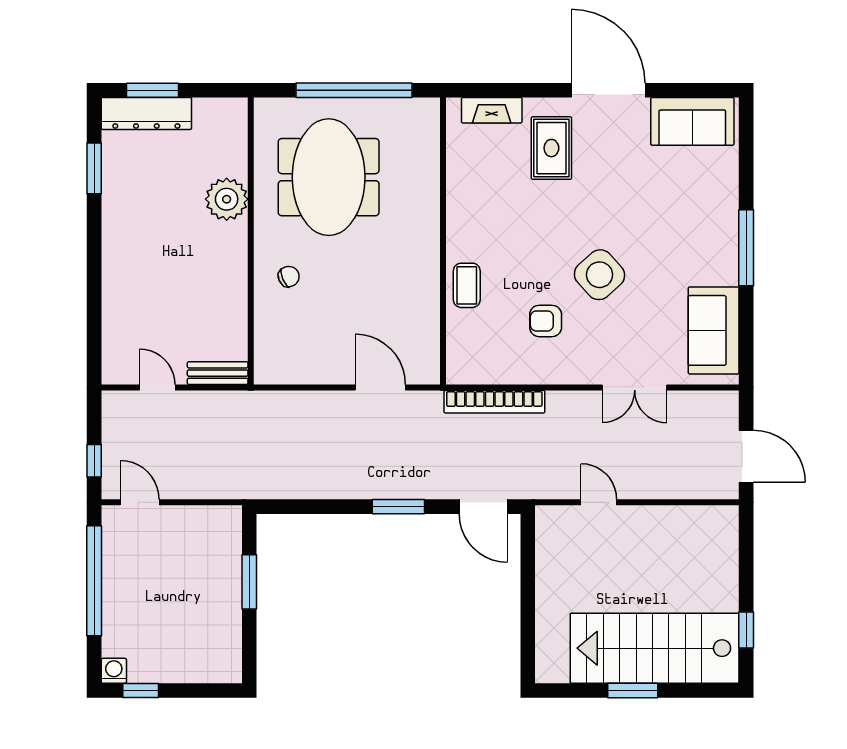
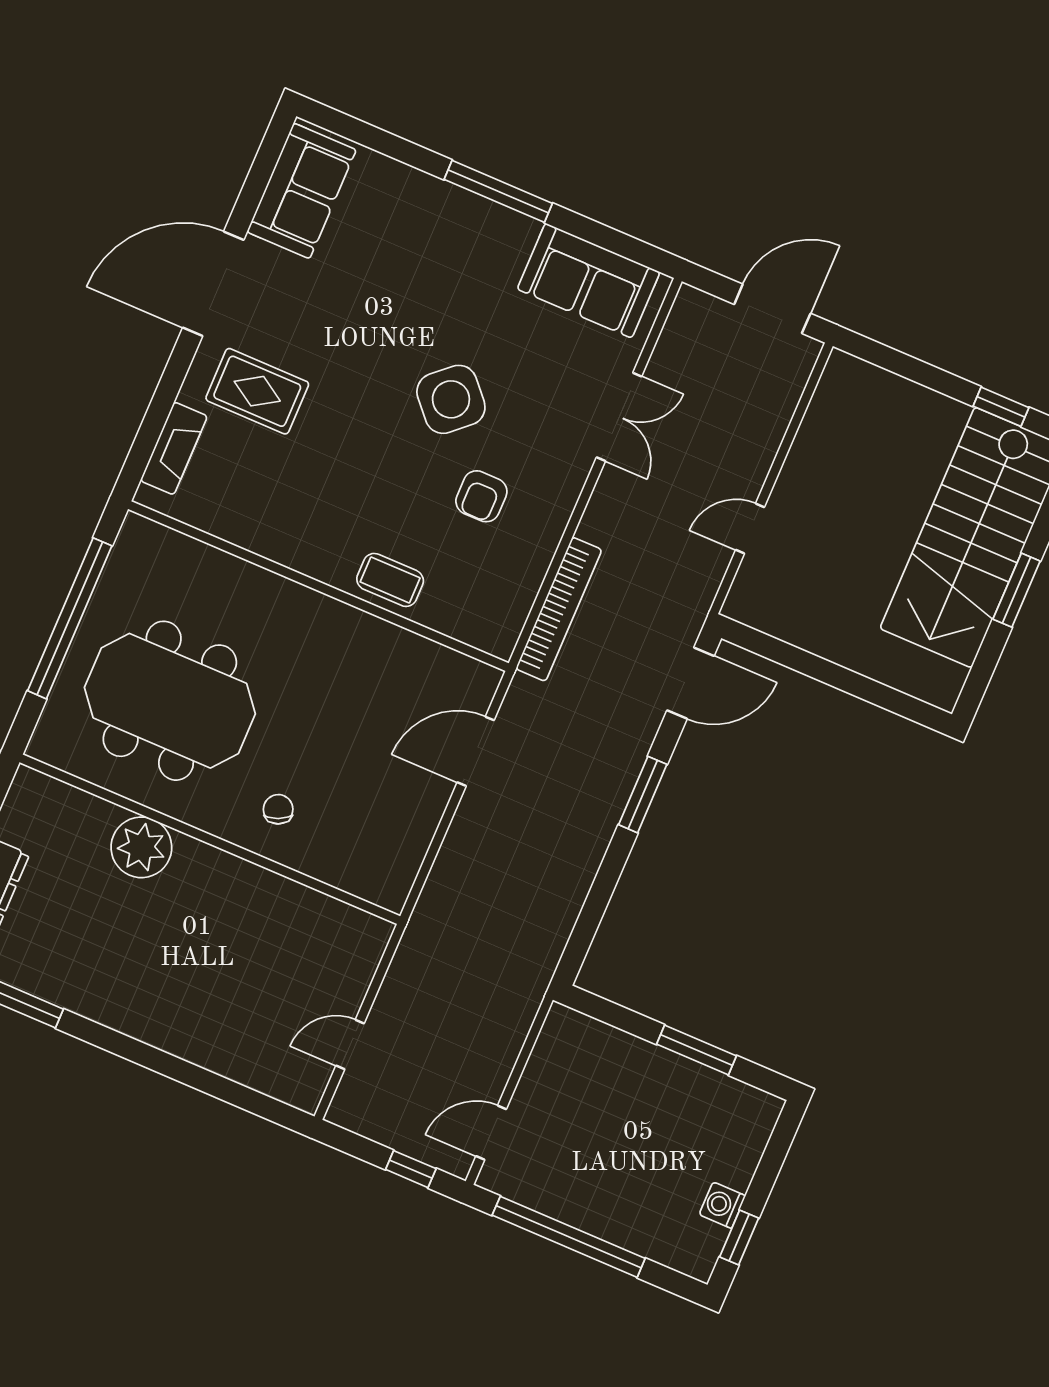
bench: (218, 373) -> (365, 957), removed
window: (249, 582) -> (697, 1050), moved
washing machine: (114, 671) -> (722, 1205), moved

